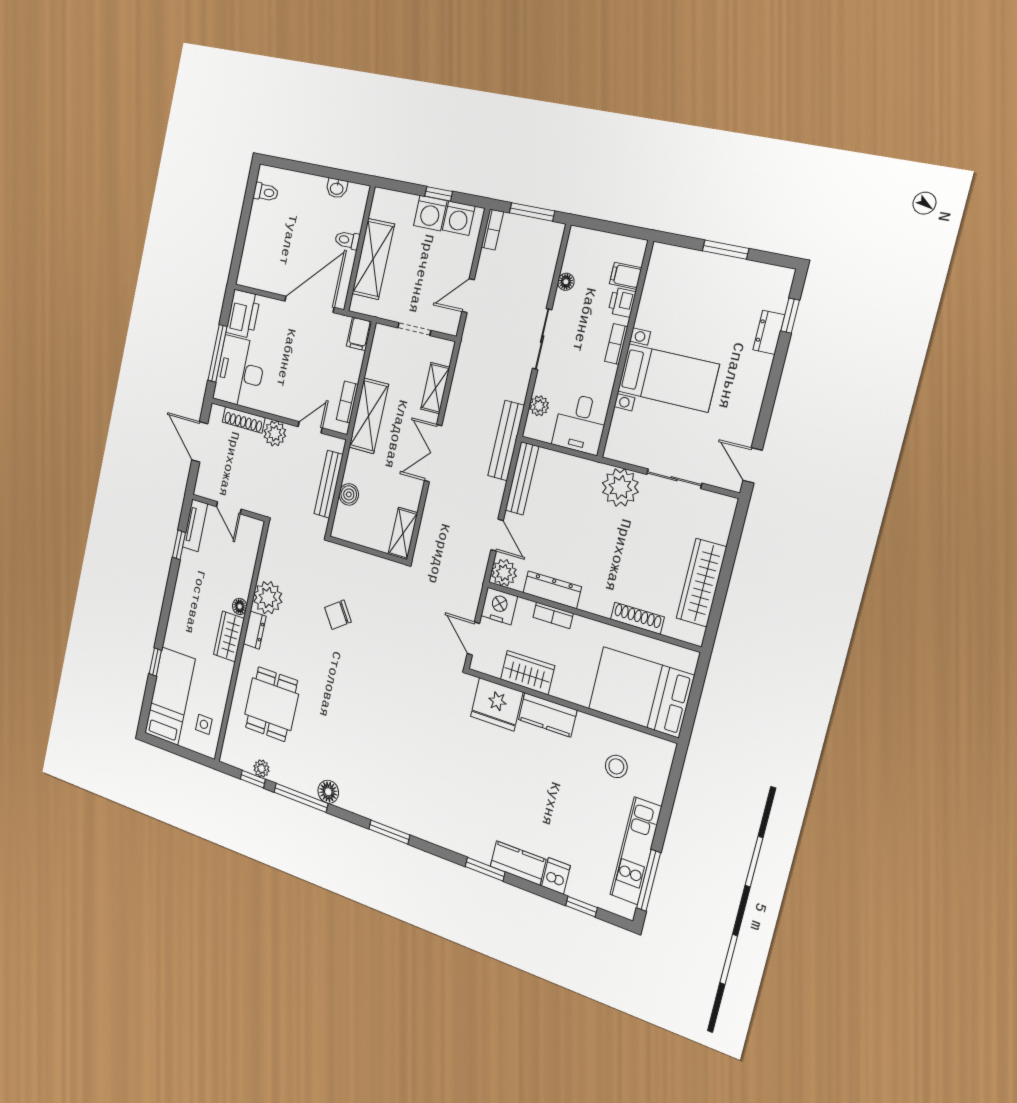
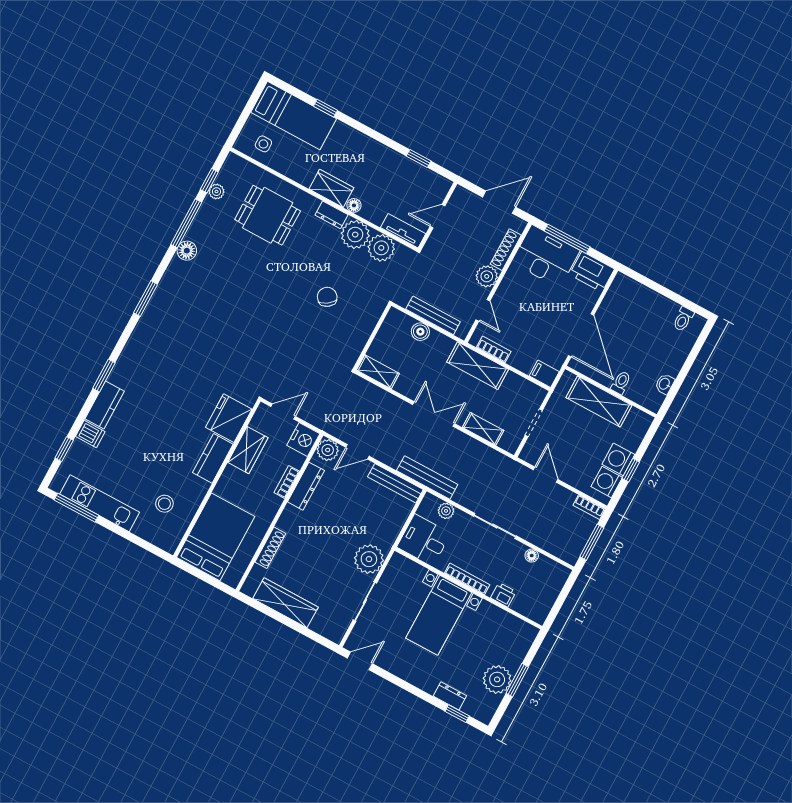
filing cabinet: (626, 276) -> (522, 602), removed
plant: (731, 276) -> (497, 679), added
bookcase: (616, 344) -> (467, 579), width x1.56
tv unit: (195, 525) -> (403, 231), moved, turned 180
plant: (274, 564) -> (381, 248), added

